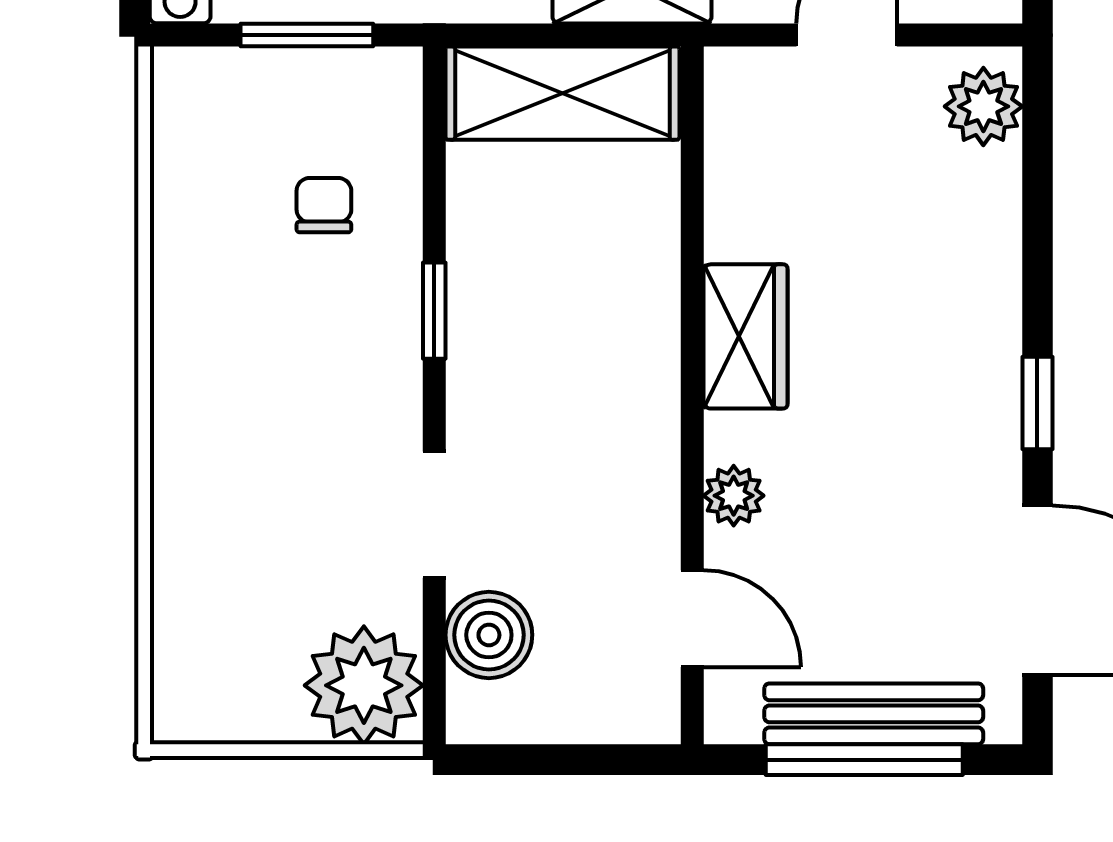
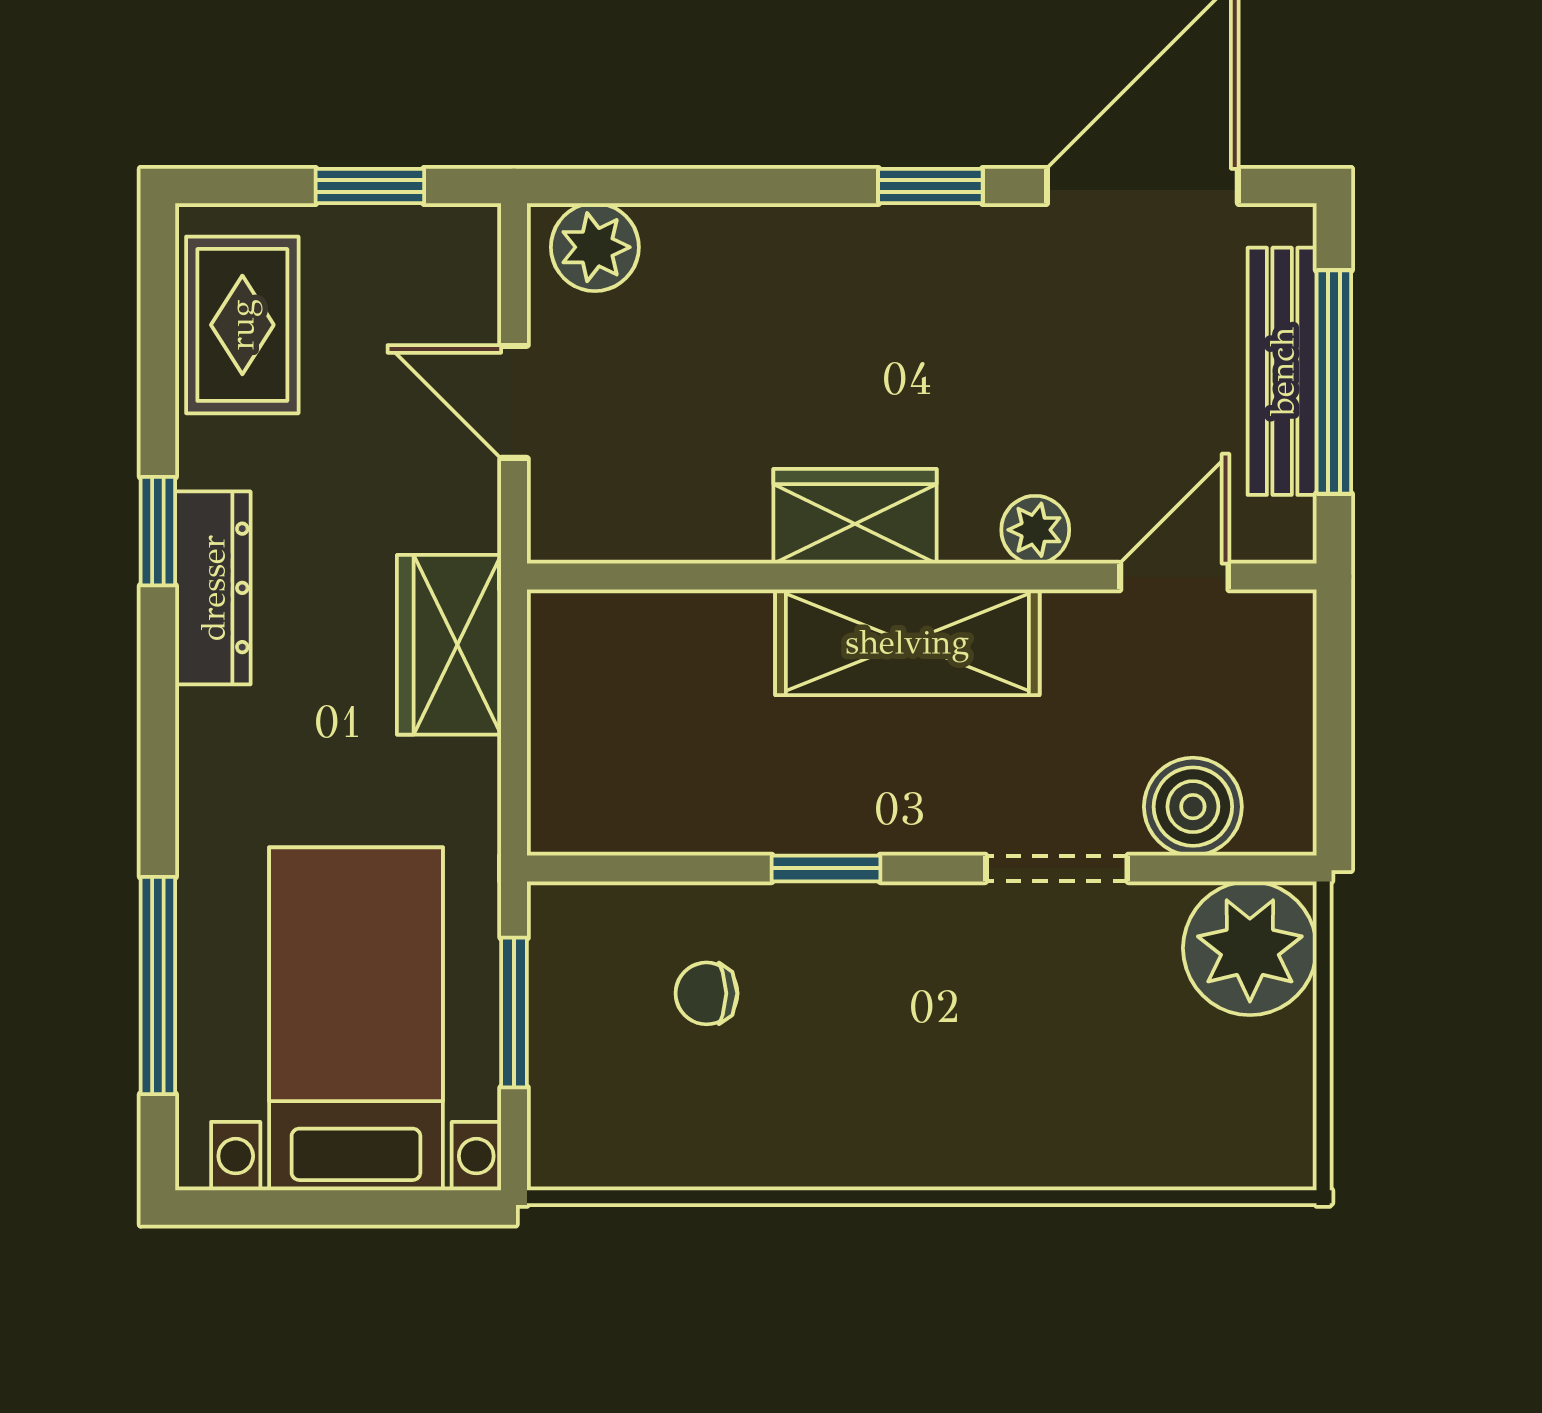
shelving: (562, 93) -> (907, 642), moved, turned 90

